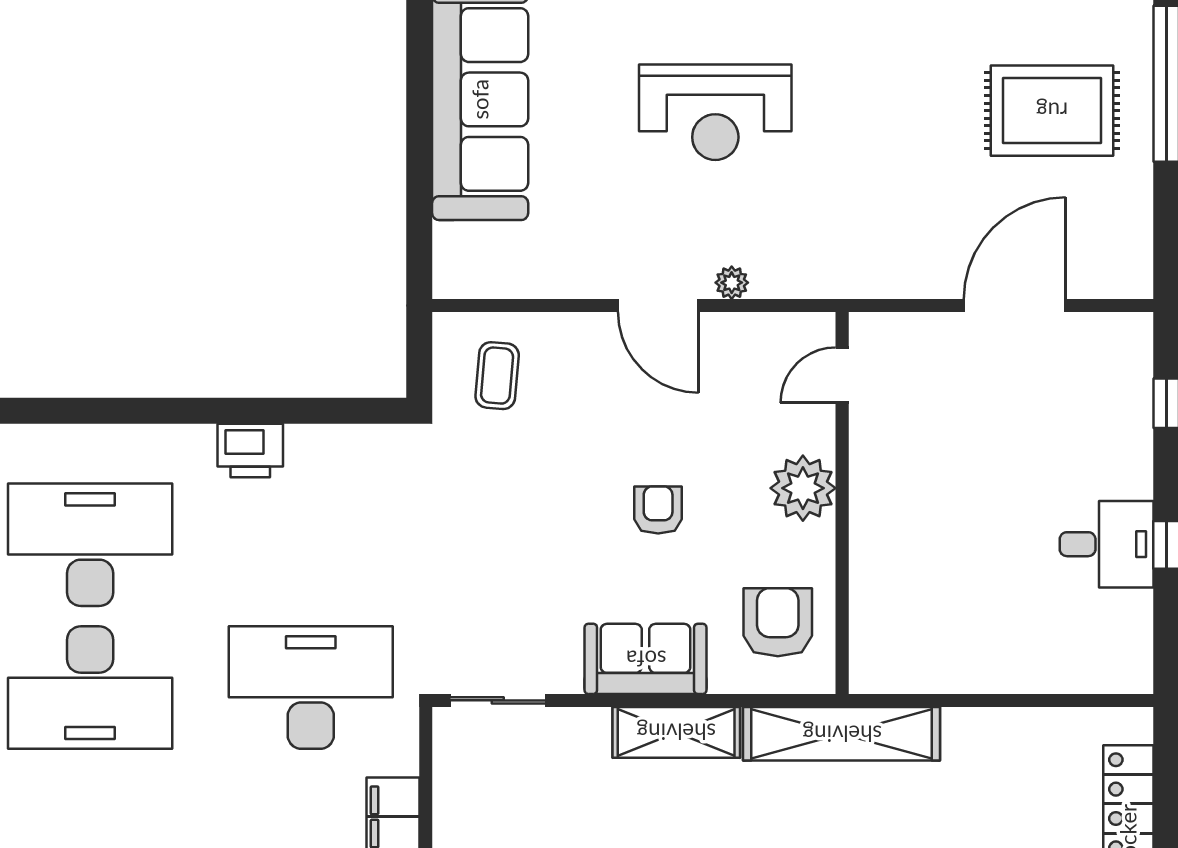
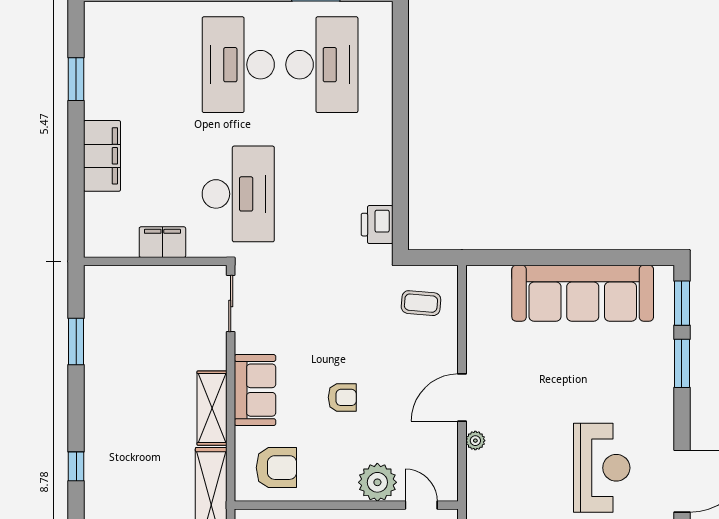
reception desk: (715, 112) -> (602, 468), moved, turned 180
printer: (250, 451) -> (377, 225), moved
plant: (803, 488) -> (377, 482), moved

